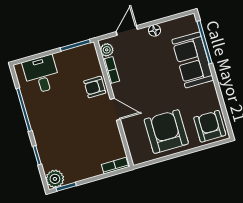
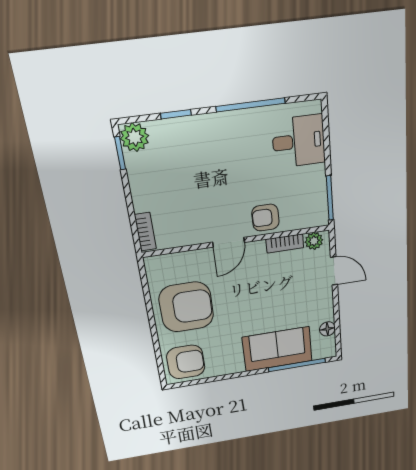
floor lamp: (155, 30) -> (327, 329), moved
armchair: (95, 87) -> (265, 218), turned -90

